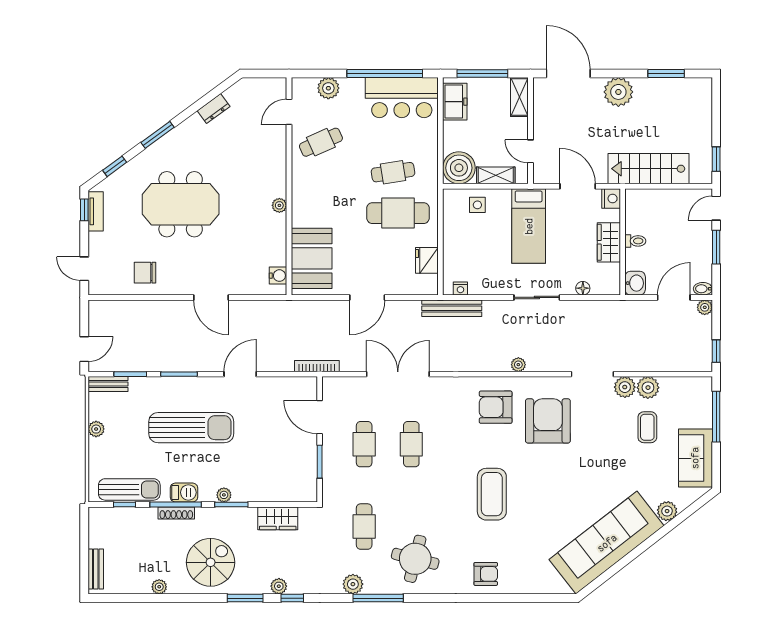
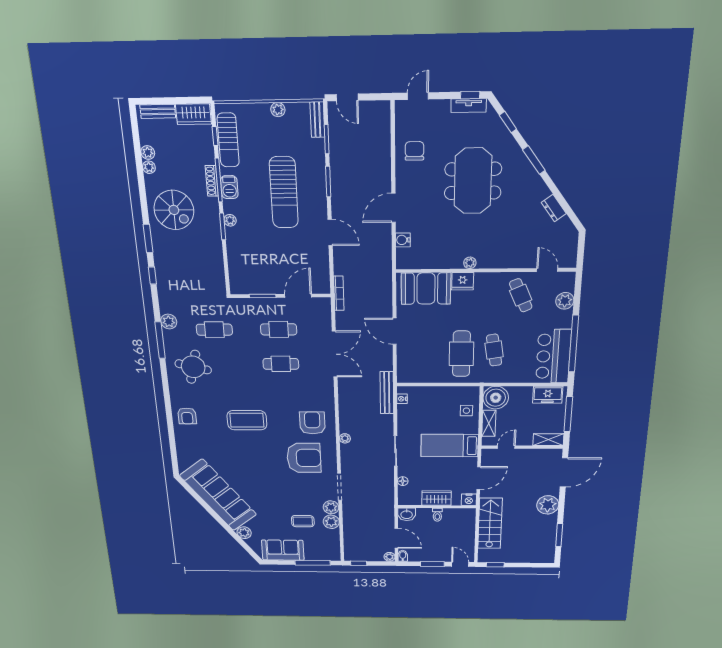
fridge: (427, 260) -> (463, 281), moved, turned 180
water cooler: (278, 276) -> (403, 240), moved, turned 90
wardrobe: (278, 518) -> (193, 114), moved, turned -90
plant: (279, 586) -> (148, 153), moved

